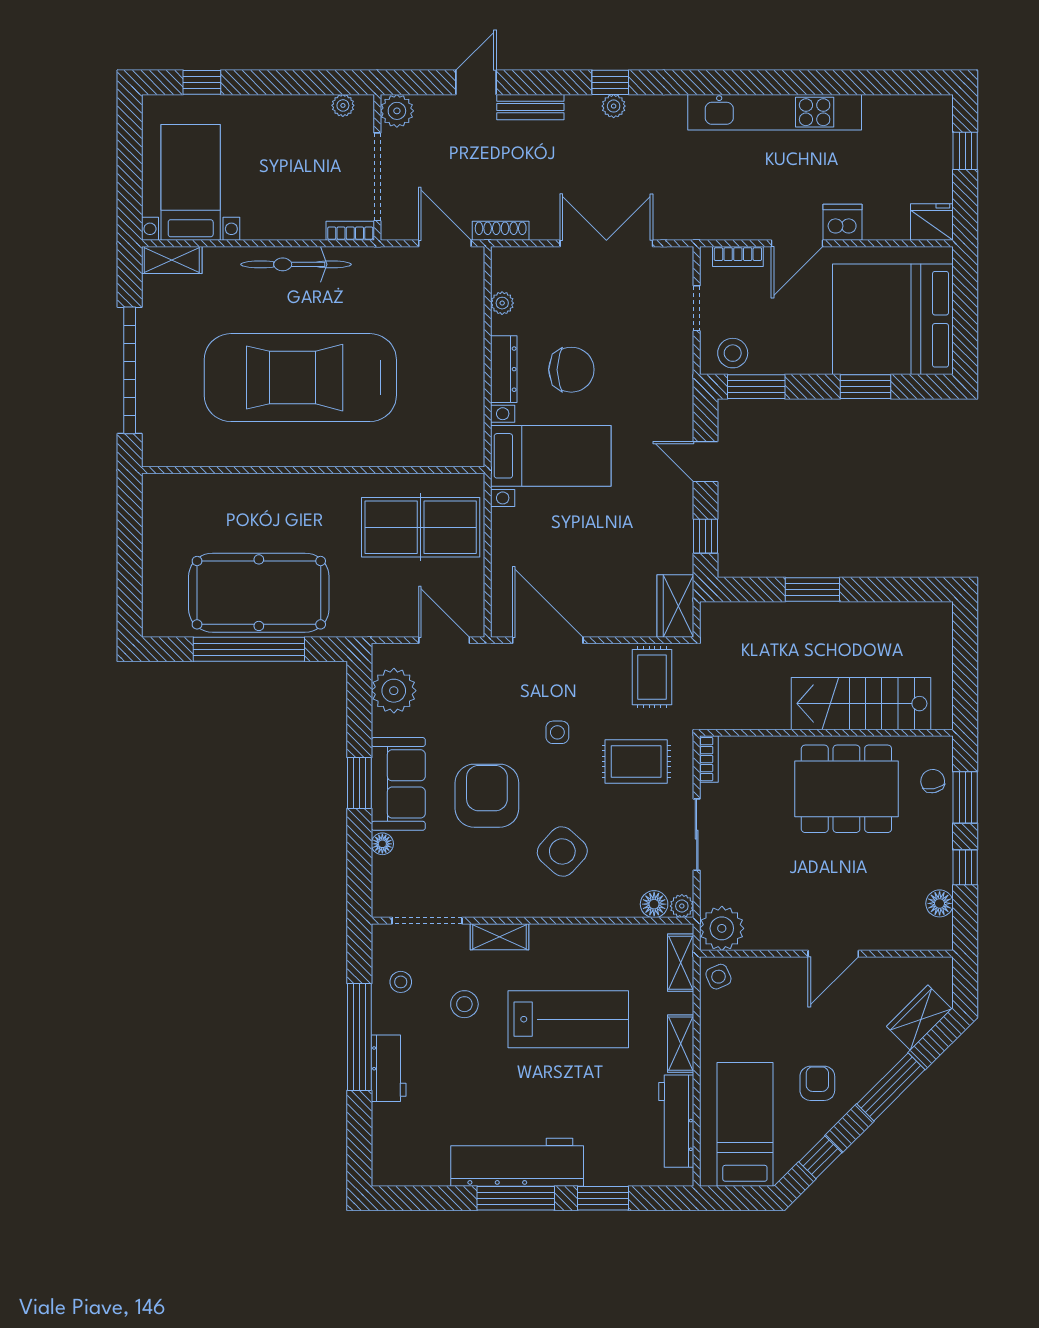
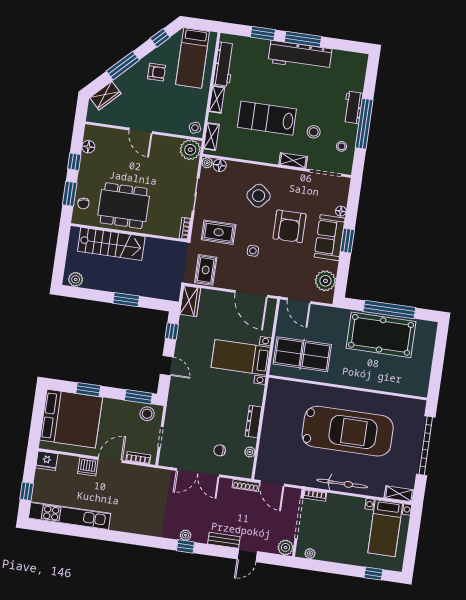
kitchen unit: (775, 112) -> (70, 516), moved
chair: (571, 370) -> (220, 450), moved, width x0.54, depth x0.54
bed with nightstands: (551, 456) -> (241, 357), moved
plant: (926, 617) -> (76, 279), added
door: (833, 954) -> (141, 131), swing flipped
armchair: (817, 1083) -> (157, 72), turned -90

